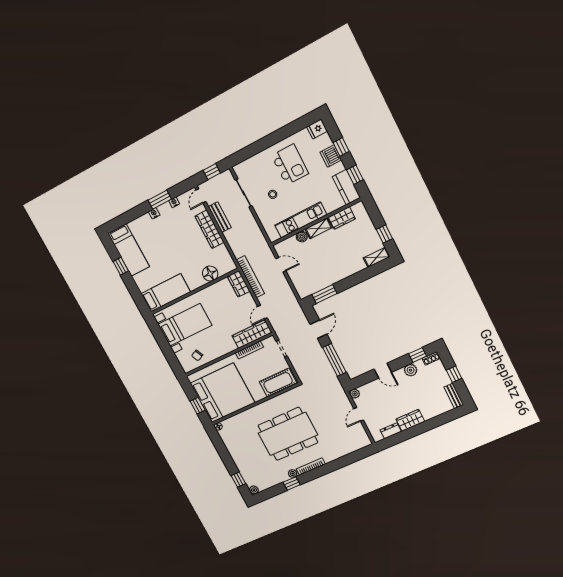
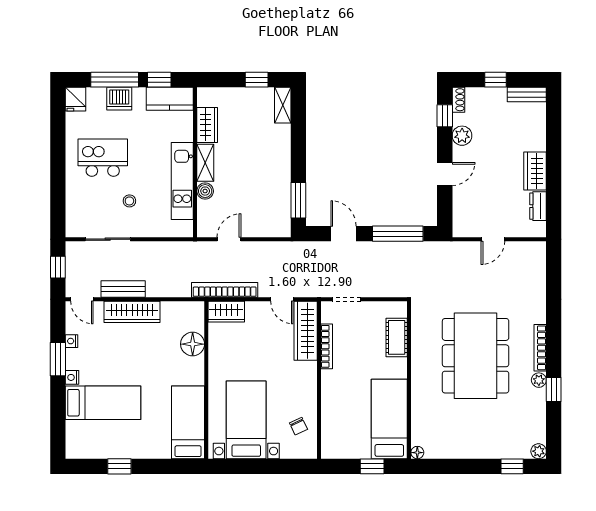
window: (341, 147) -> (115, 80), width x2.17
bed: (129, 250) -> (103, 403), moved
cot: (278, 383) -> (397, 337), width x0.73, depth x0.75
bed: (223, 393) -> (389, 419), width x0.49
plant: (355, 394) -> (460, 230), removed
door: (359, 414) -> (493, 239), hinge flipped

